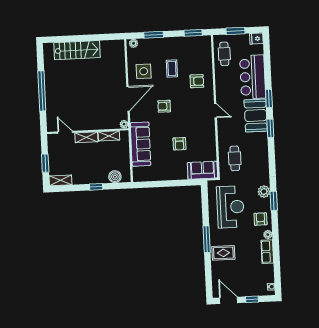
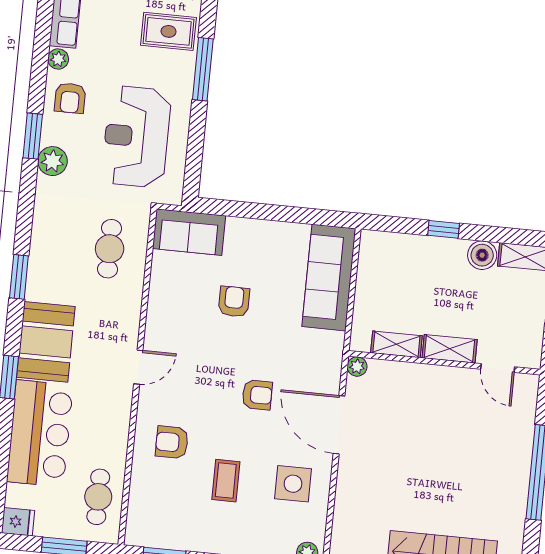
door: (128, 99) -> (339, 425), hinge flipped
door: (215, 111) -> (138, 367), swing flipped
window: (270, 128) -> (19, 277), moved
sofa: (141, 144) -> (329, 277), moved
boiler: (115, 177) -> (482, 255), moved

